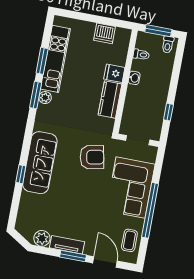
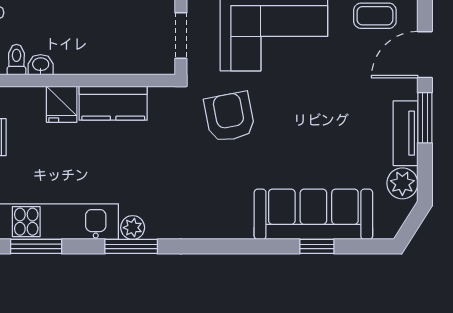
window: (42, 61) -> (36, 246), moved
washbasin: (134, 78) -> (41, 65), moved
sofa: (40, 163) -> (313, 214), moved
window: (21, 174) -> (317, 246), moved

